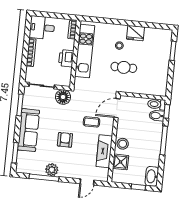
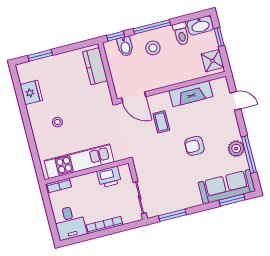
fridge: (136, 33) -> (31, 92), moved
printer: (66, 58) -> (109, 177), moved
cafe table: (124, 67) -> (82, 107), removed
kitchen counter: (150, 88) -> (95, 66), added
floor lamp: (63, 97) -> (144, 167), removed
toilet: (157, 104) -> (181, 34), moved
sofa: (29, 130) -> (227, 187), moved
stool: (123, 144) -> (153, 48), moved
shower: (121, 162) -> (213, 61), moved

